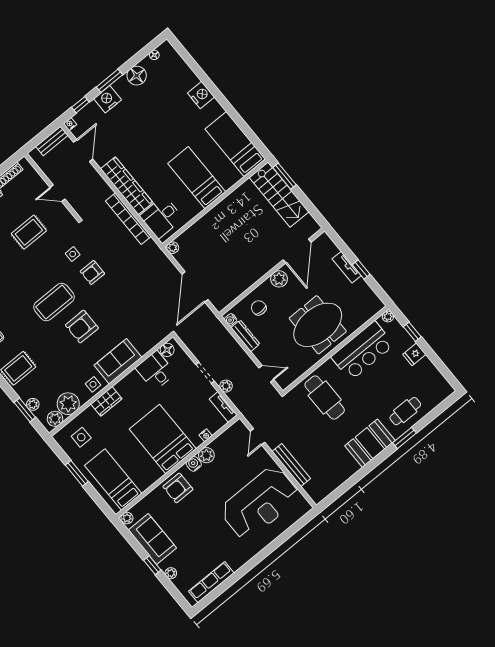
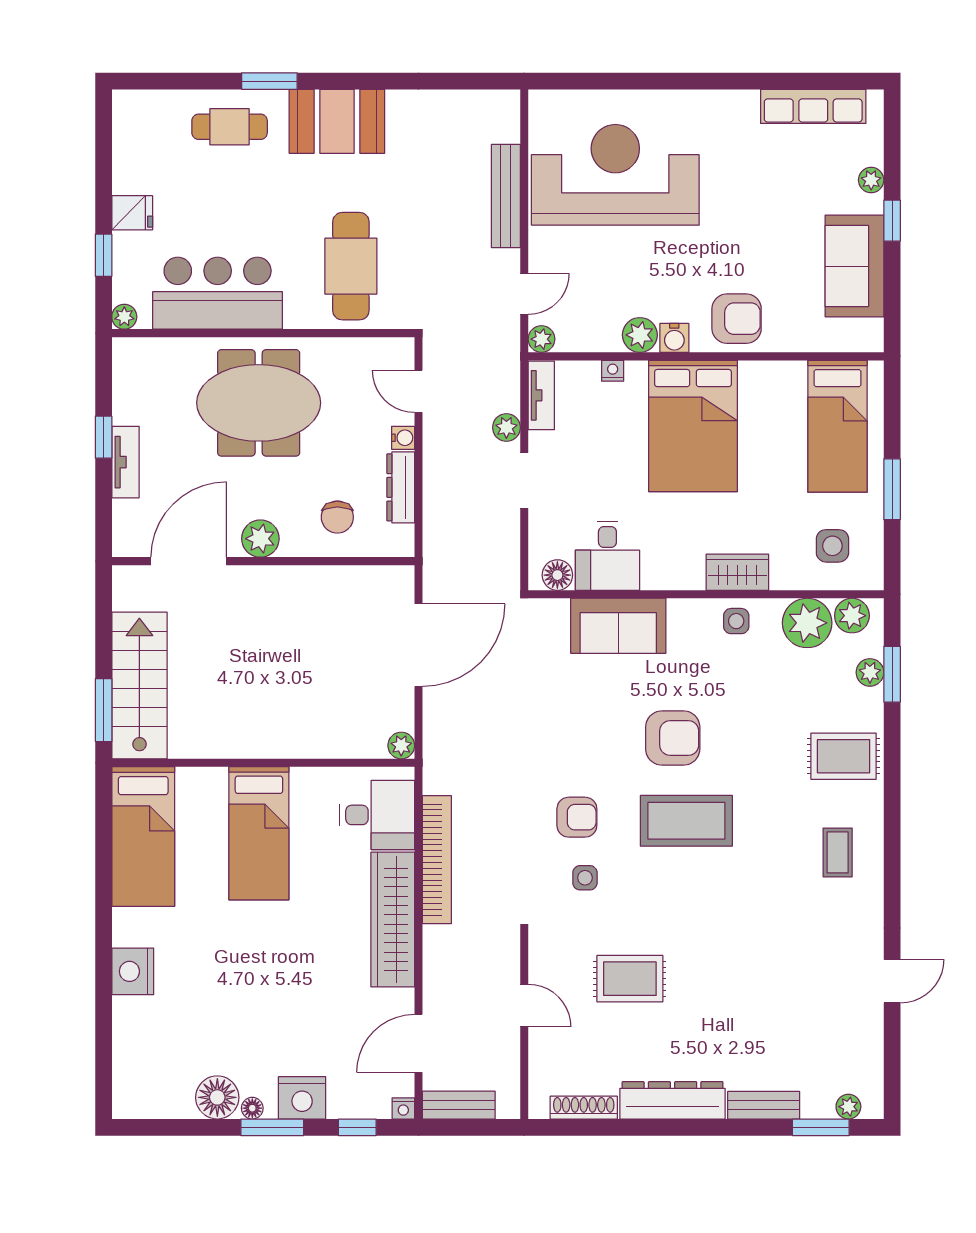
floor lamp: (154, 55) -> (252, 1108), moved
water cooler: (231, 320) -> (403, 438), moved
sofa: (118, 361) -> (618, 626), moved
plant: (127, 518) -> (542, 339), moved

